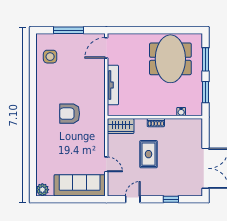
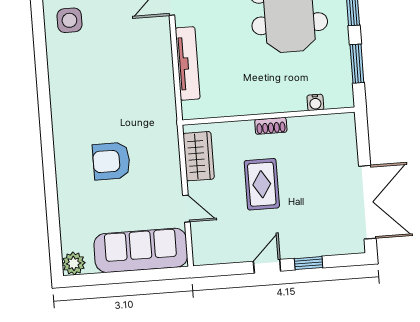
armchair: (70, 114) -> (111, 161), moved
wardrobe: (121, 126) -> (199, 156), moved, turned -90
door: (133, 199) -> (267, 266), moved

